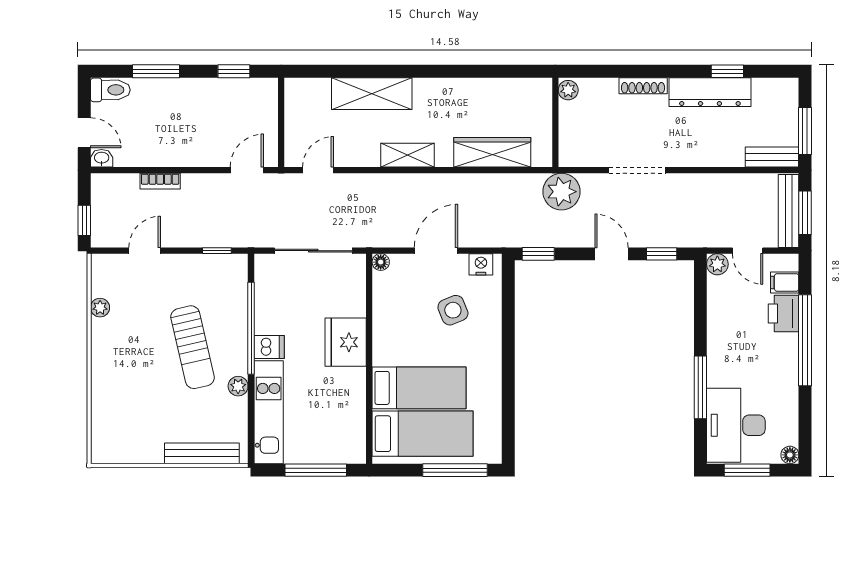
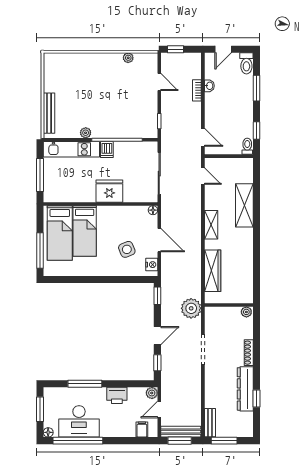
toilet: (263, 88) -> (247, 146), added
washbasin: (102, 158) -> (209, 86), moved
printer: (784, 313) -> (117, 395), moved, turned 180
window: (805, 340) -> (78, 441), moved
sun lounger: (192, 347) -> (107, 108), removed
desk: (736, 425) -> (79, 421), moved, turned 180

